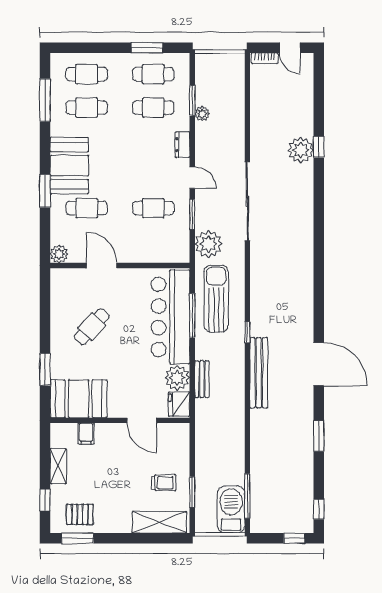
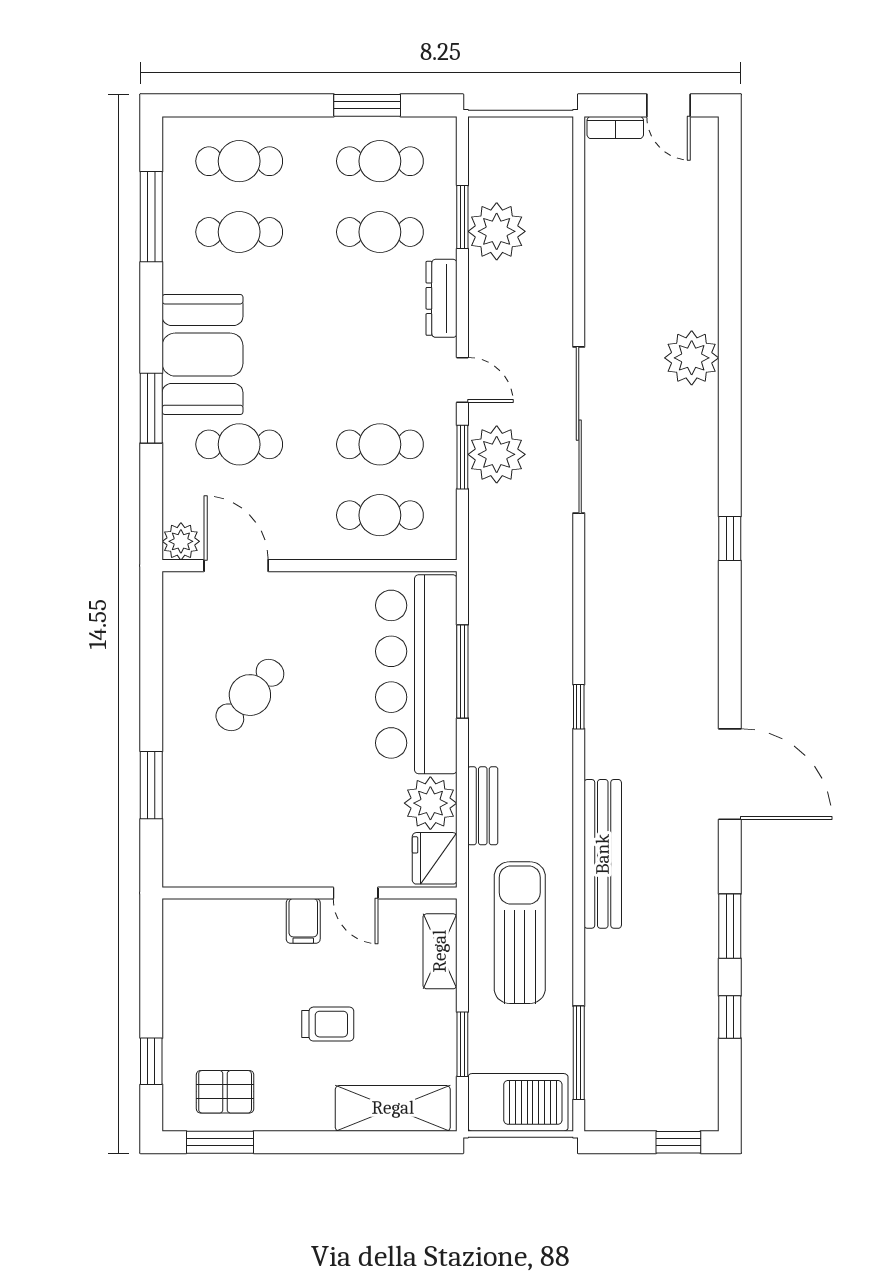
plant: (202, 114) -> (497, 231), width x1.88, depth x1.88
dresser: (182, 145) -> (442, 298), width x1.44
window: (319, 147) -> (730, 539), moved
plant: (301, 150) -> (692, 358), moved
cafe table: (153, 242) -> (380, 515), added
plant: (208, 244) -> (497, 454), moved
door: (102, 265) -> (236, 566), moved
sun lounger: (216, 299) -> (520, 933), moved
bench: (259, 373) -> (603, 854), moved
booth: (79, 399) -> (222, 847), removed
door: (142, 420) -> (356, 893), width x0.73
filing cabinet: (86, 434) -> (303, 921), moved
shelving: (58, 466) -> (440, 951), moved
trolley: (164, 483) -> (328, 1024), moved
barbecue: (231, 509) -> (518, 1102), moved, turned 90
window: (319, 509) -> (730, 1017), moved

